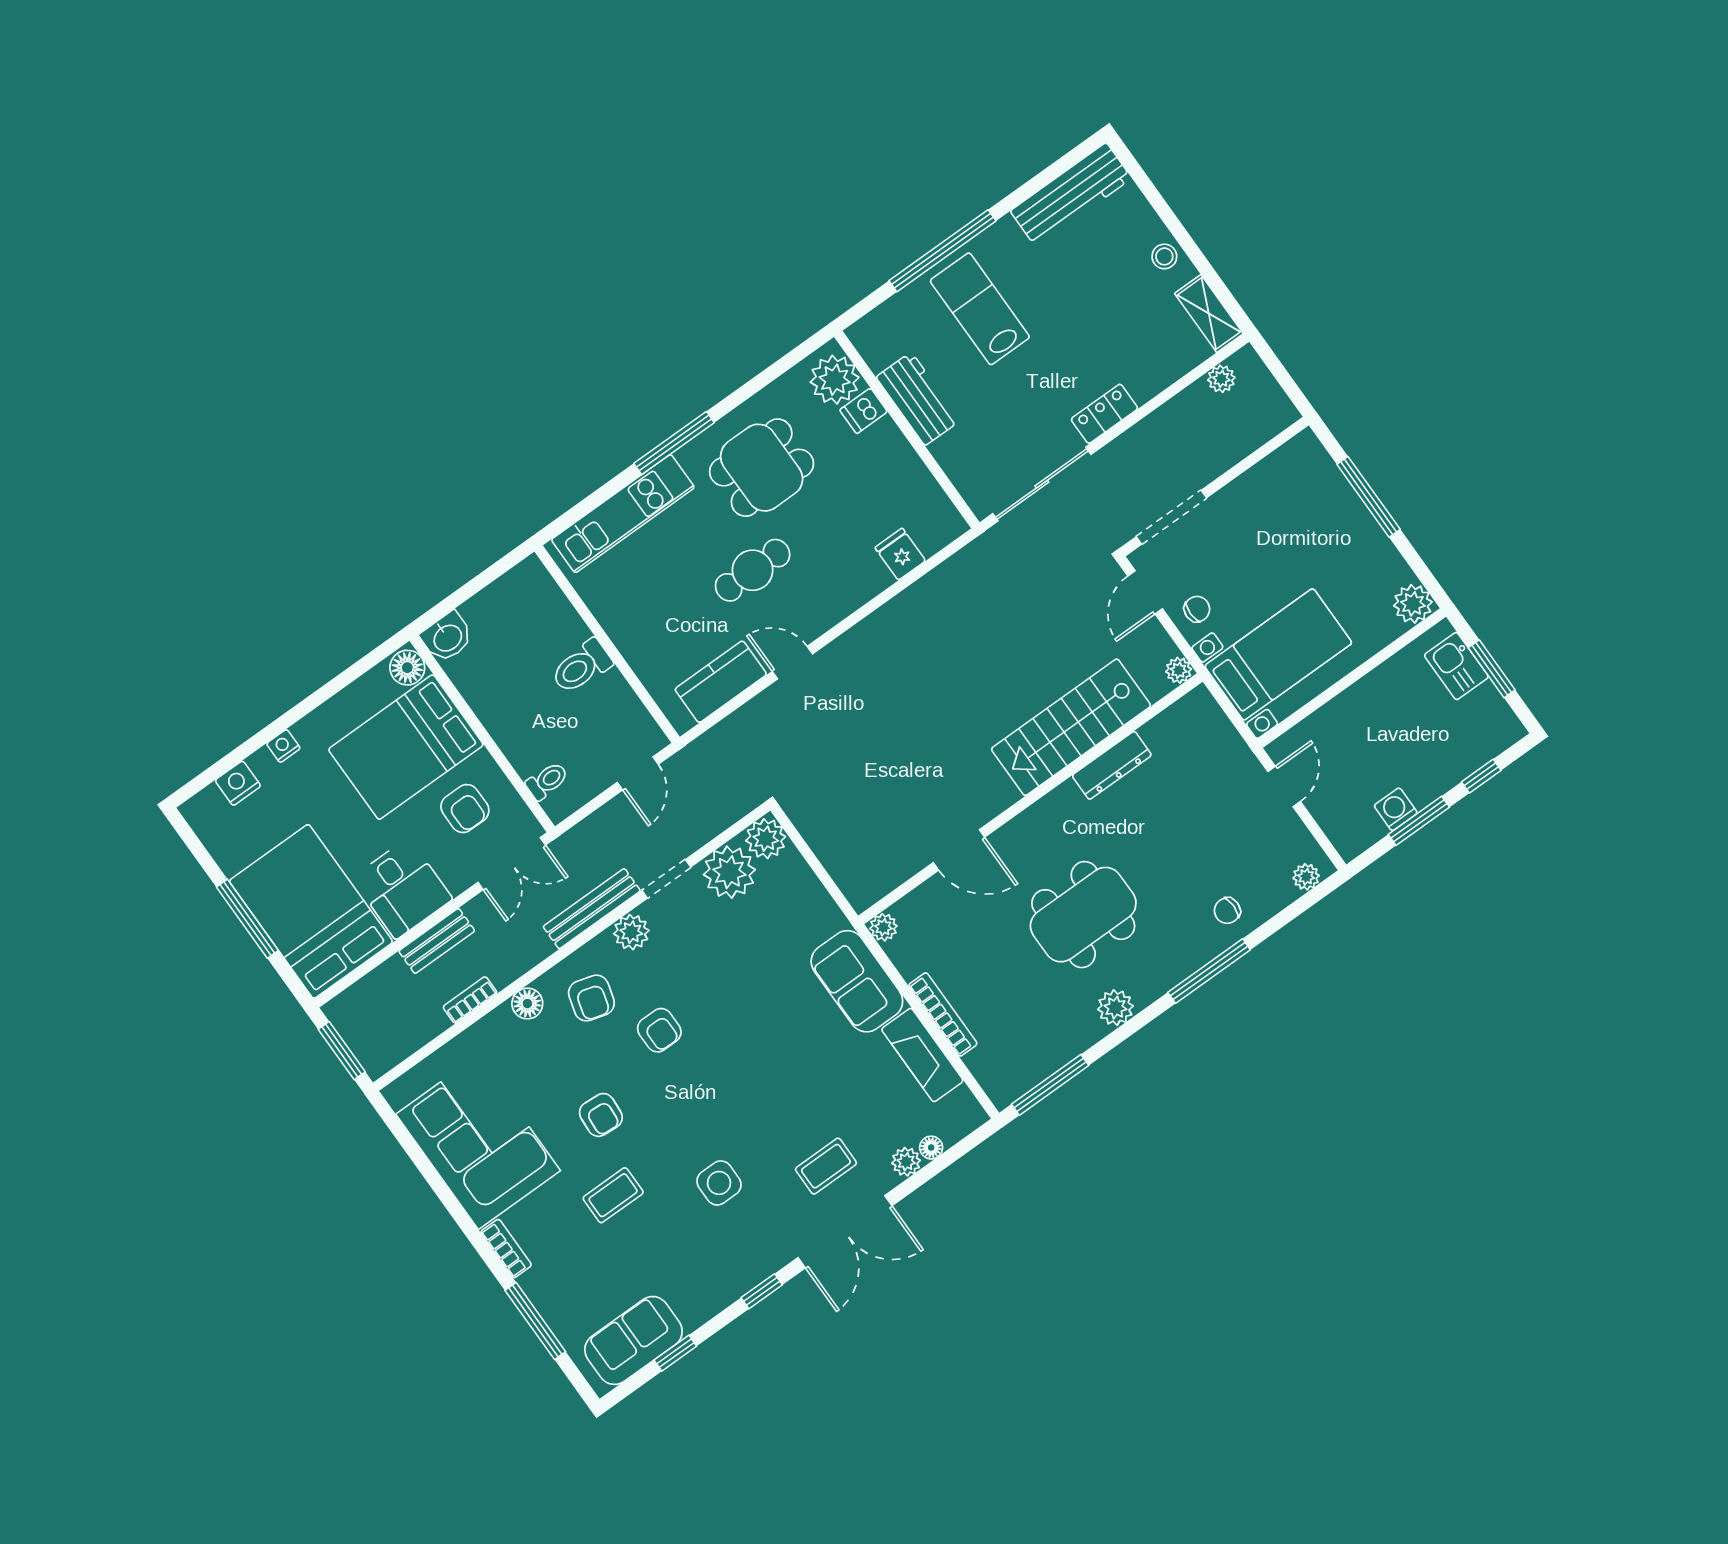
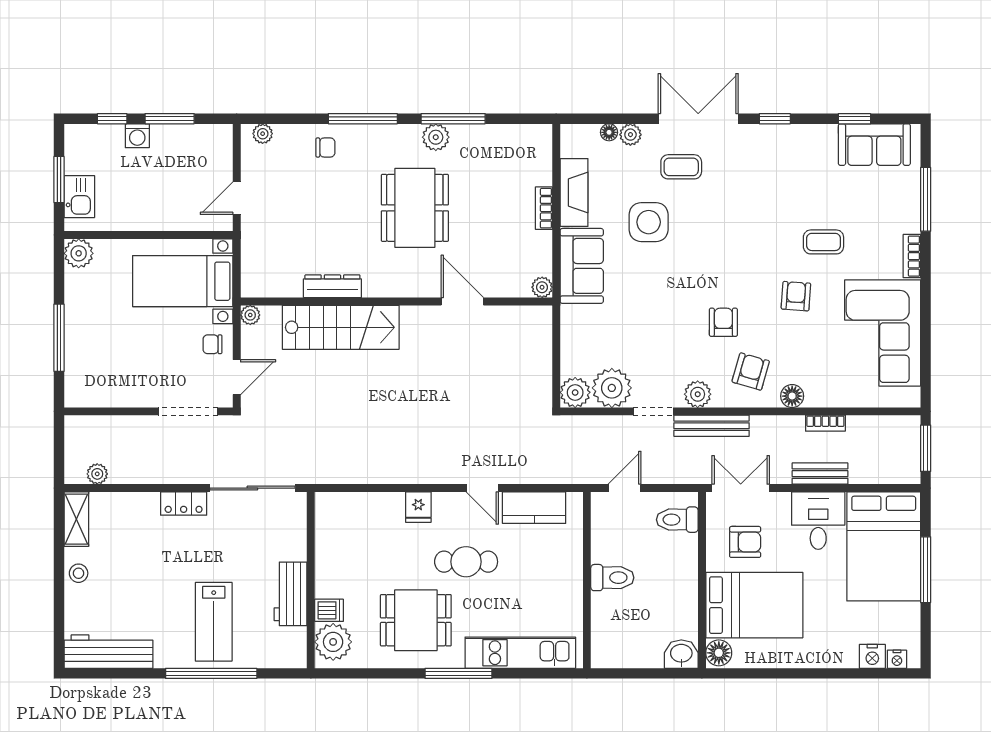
fridge: (900, 554) -> (418, 507), moved
nightstand: (283, 746) -> (897, 659), moved
toilet: (547, 781) -> (677, 520), width x1.37, depth x1.39
armchair: (465, 809) -> (745, 542), turned 90
washing machine: (1396, 809) -> (137, 136), moved
dining table: (1083, 915) -> (415, 208), turned 90
bookcase: (943, 1015) -> (544, 208), width x0.64
window: (1050, 1085) -> (453, 119), moved
side table: (719, 1183) -> (649, 222), moved, width x1.37, depth x1.37

